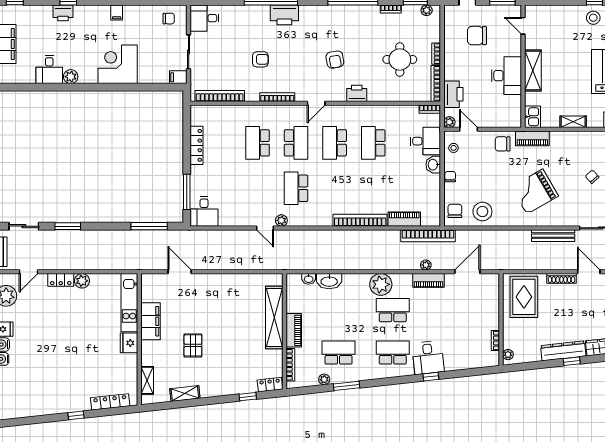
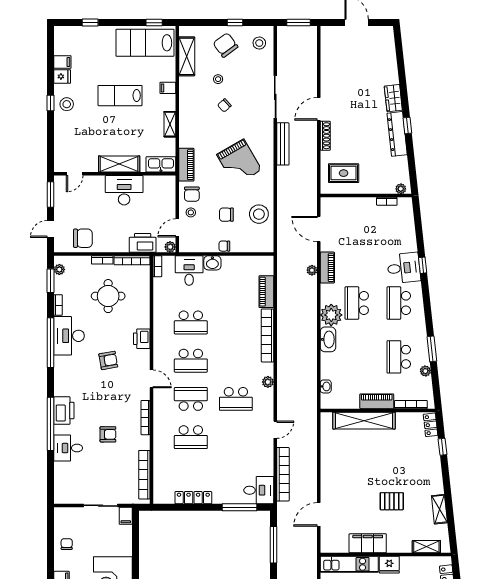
desk: (205, 18) -> (68, 448), moved, turned 90
chair: (169, 19) -> (67, 544), moved
desk: (360, 20) -> (69, 336), added
chair: (477, 36) -> (83, 238), moved, turned -90
armchair: (260, 59) -> (108, 434), turned 90
kitchen sink: (533, 117) -> (161, 164), width x1.38
stool: (454, 148) -> (191, 212), moved
chair: (455, 211) -> (226, 215), moved
plant: (281, 220) -> (268, 382), moved
bookcase: (428, 236) -> (283, 474), moved
washbasin: (329, 281) -> (328, 339), moved
rug: (524, 297) -> (344, 173), width x0.73, depth x0.70

